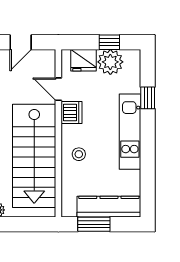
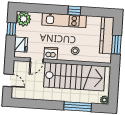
plant: (110, 62) -> (24, 19), moved
window: (148, 98) -> (74, 11), moved

